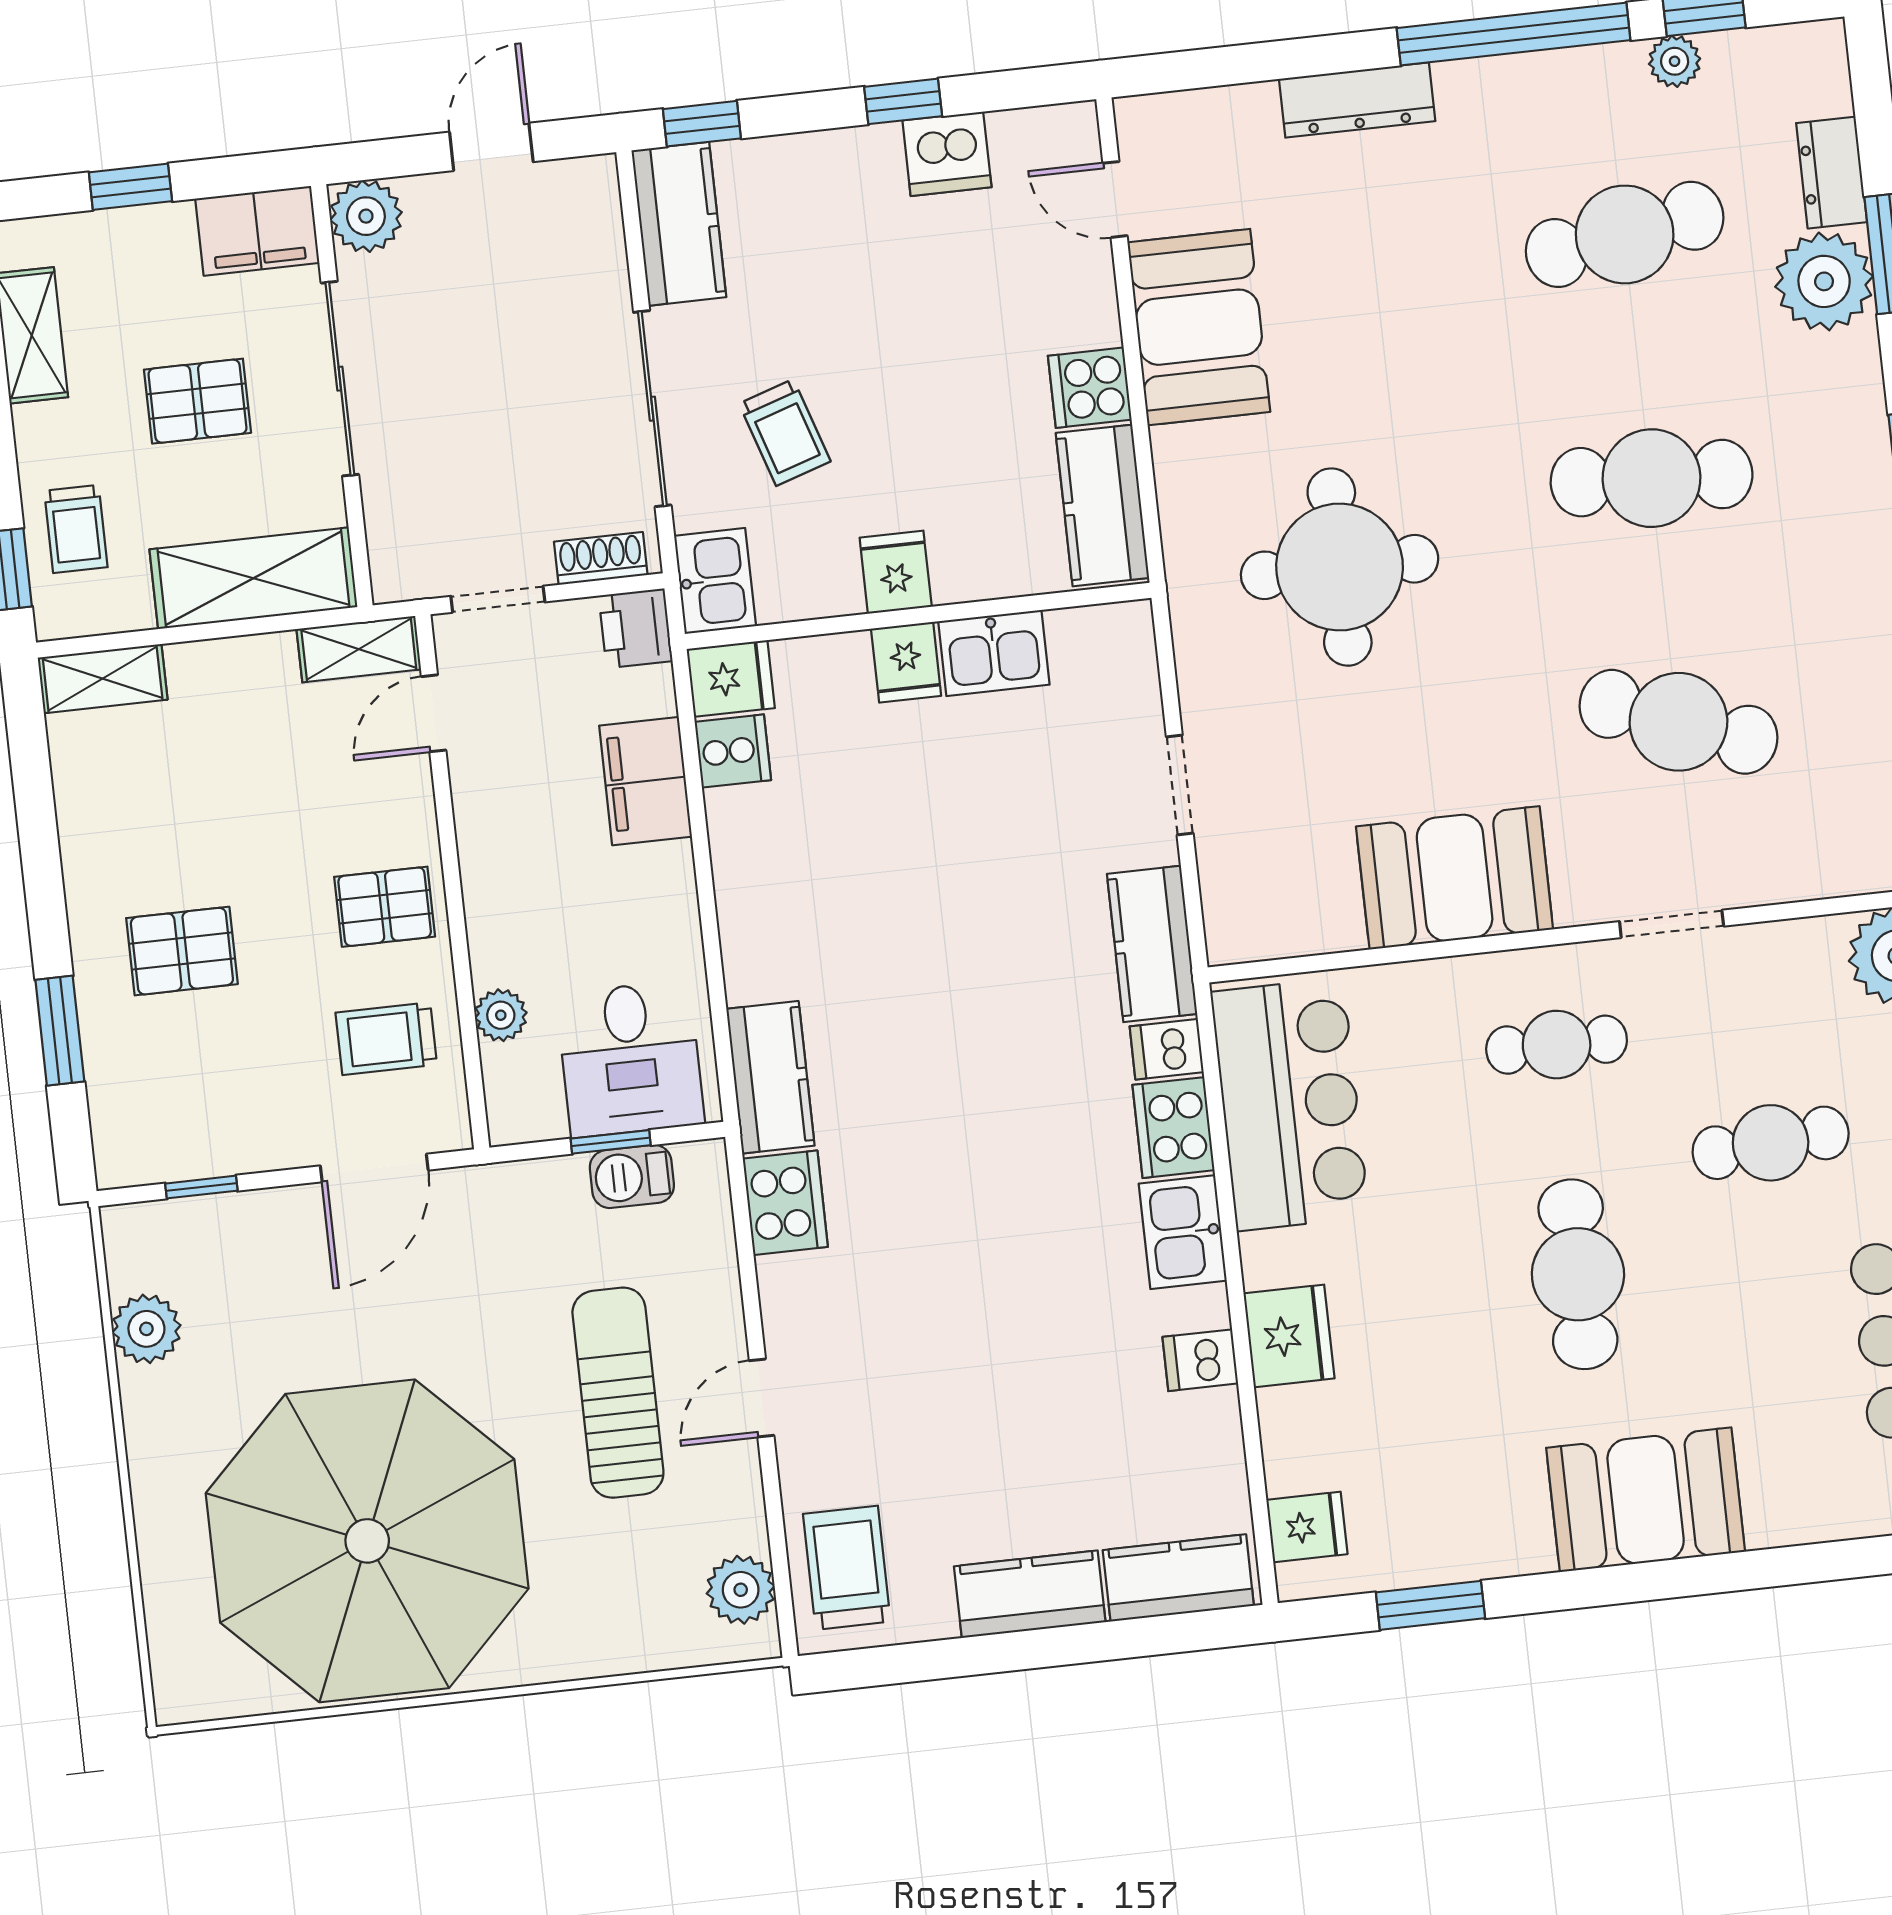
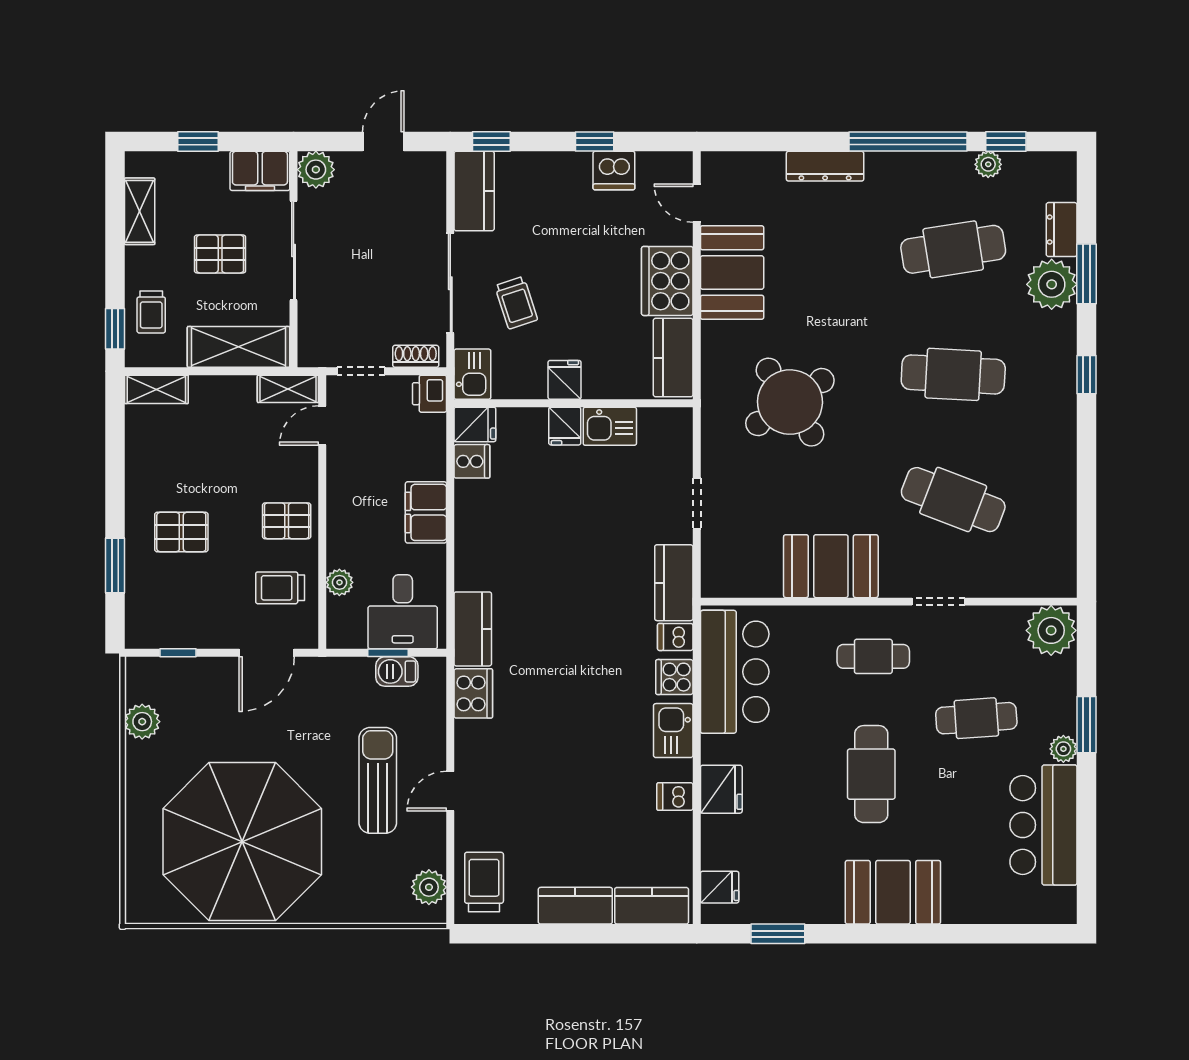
cooker: (1090, 388) -> (667, 281), width x1.87, depth x1.31
round table: (1340, 567) -> (790, 402), turned -34
filing cabinet: (646, 781) -> (426, 512), moved
cooker: (1173, 1128) -> (674, 677), width x0.73

